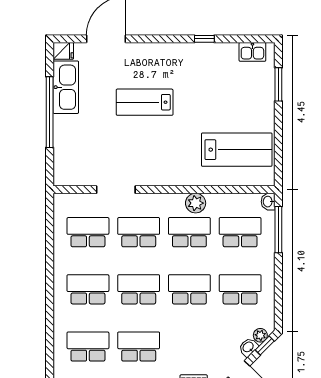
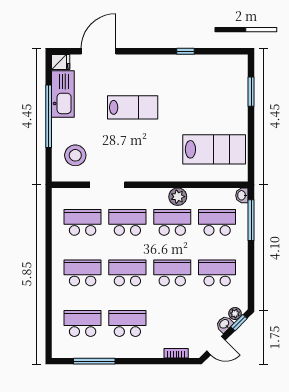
kitchen sink: (252, 52) -> (228, 63), removed
lab bench: (145, 102) -> (133, 107), turned 180
stool: (80, 156) -> (75, 155), added

